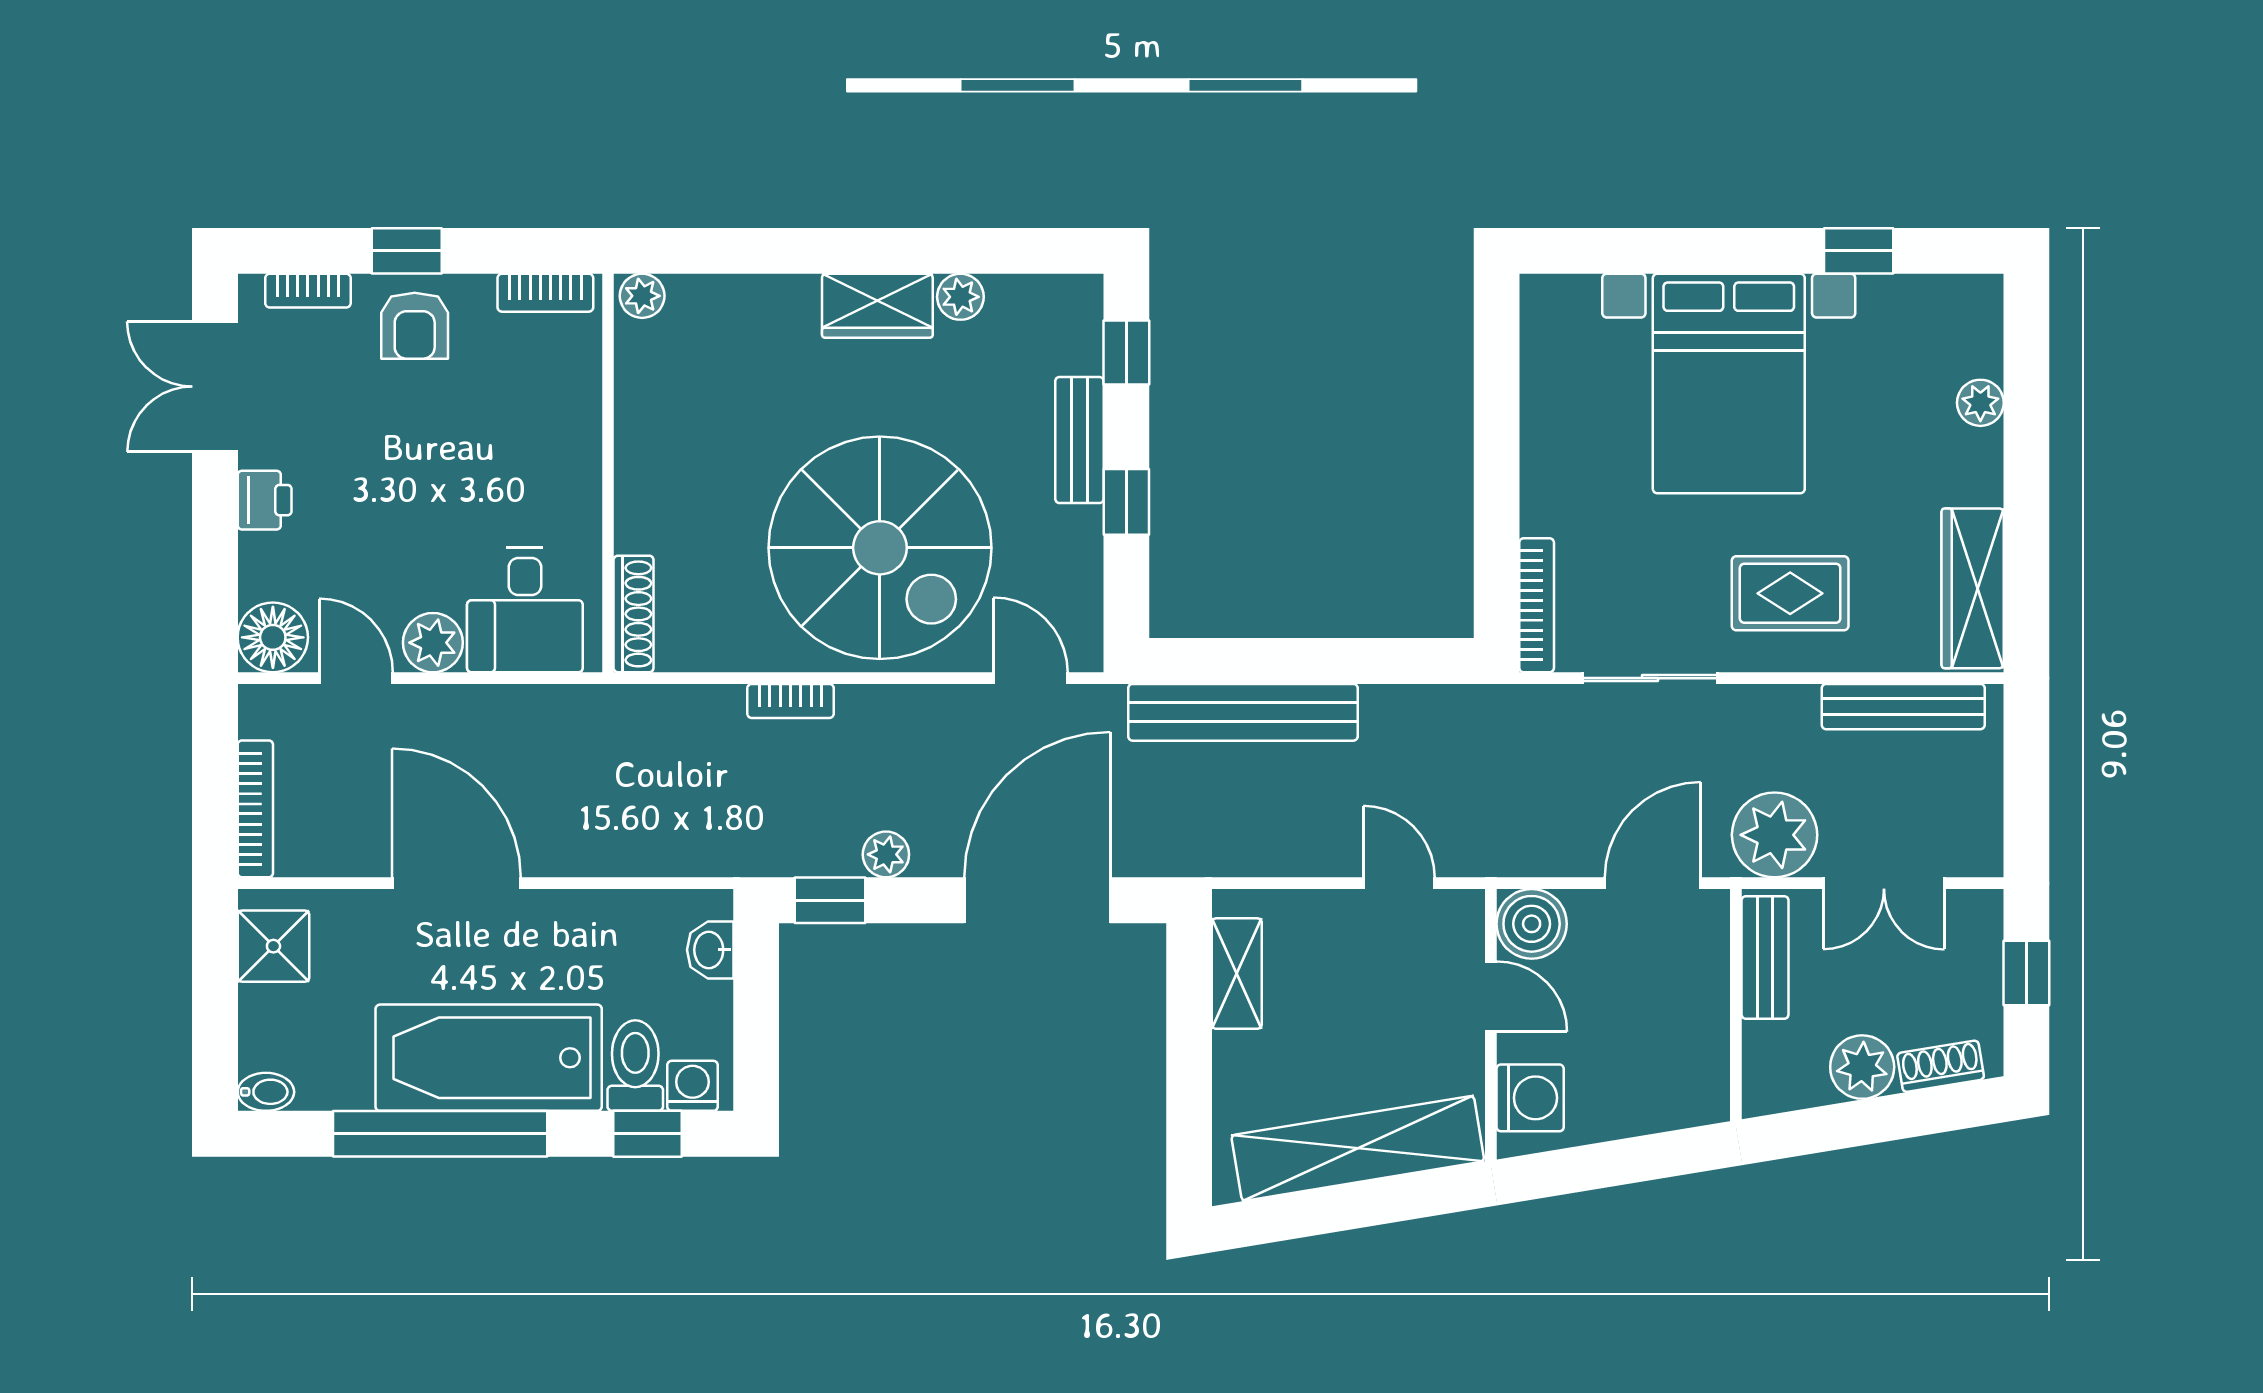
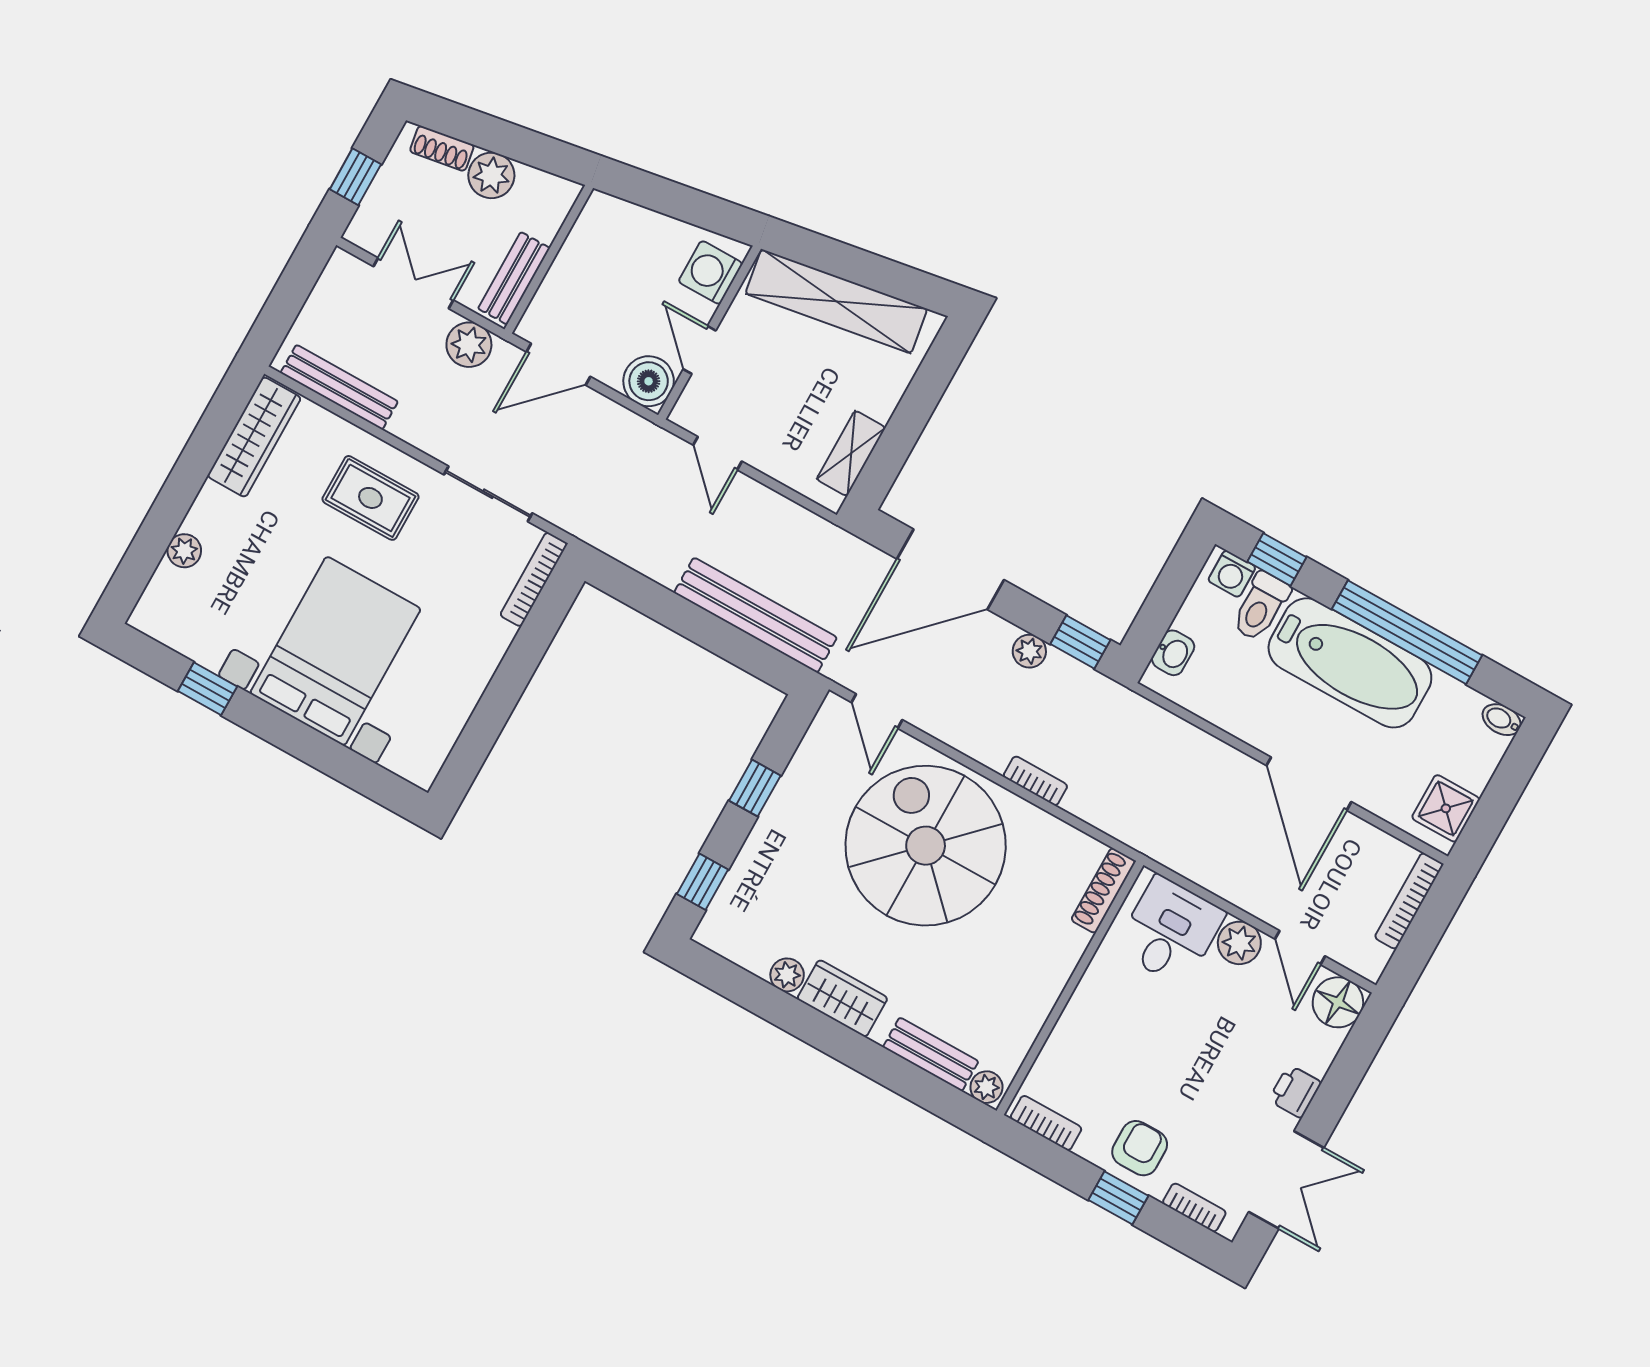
bench: (1079, 440) -> (931, 1054), moved, turned 90
plant: (1775, 835) -> (469, 345), width x0.73, depth x0.73

